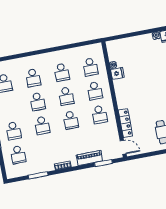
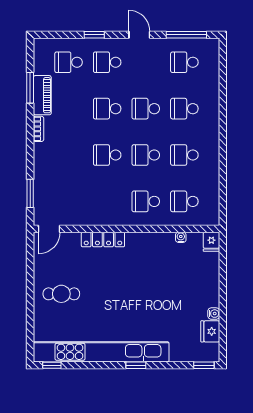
fridge: (117, 73) -> (211, 242), moved
school desk: (99, 115) -> (107, 201), removed
locker: (125, 123) -> (103, 240), moved
piano: (89, 158) -> (42, 95), moved

